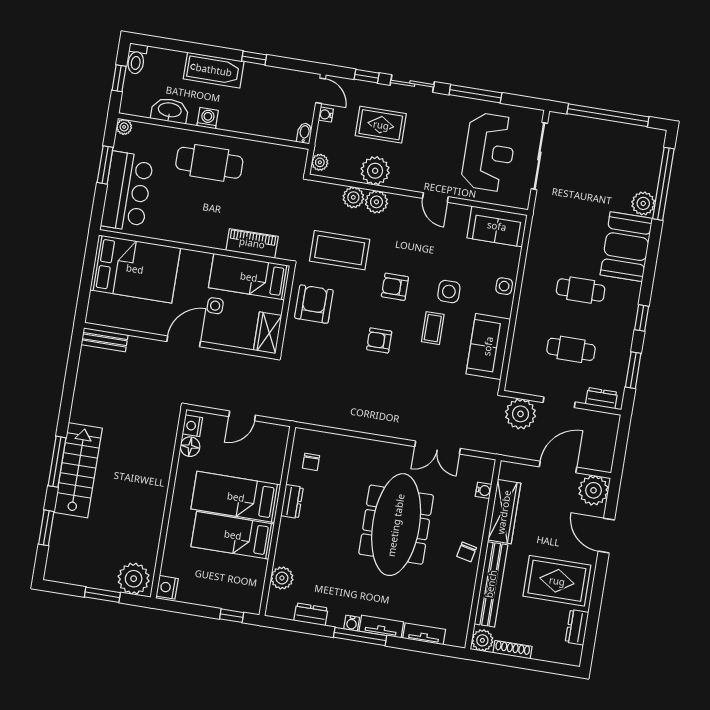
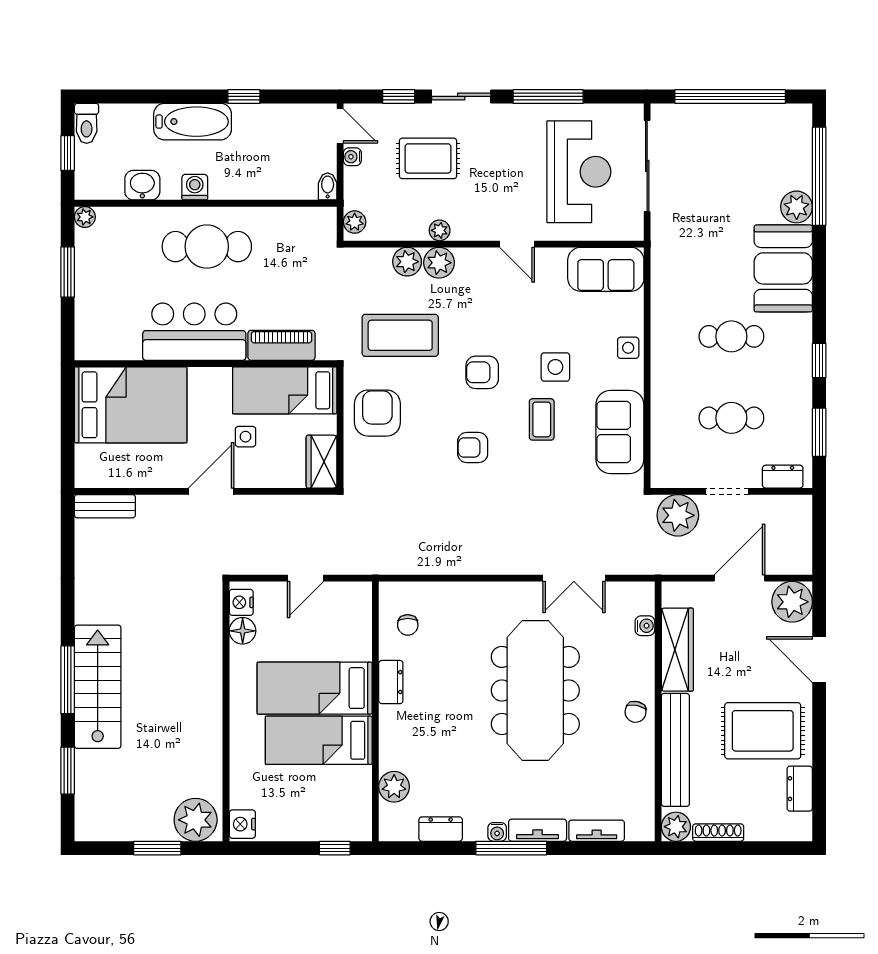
washbasin: (170, 110) -> (142, 185), width x0.72
plant: (375, 171) -> (440, 230), width x0.53, depth x0.53
bar counter: (127, 191) -> (194, 332), moved, turned -90

